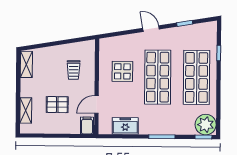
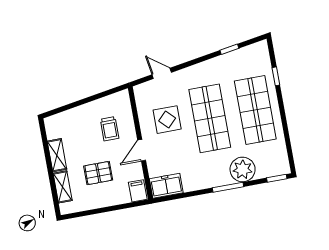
door: (151, 29) -> (162, 73), moved
shelving: (26, 64) -> (57, 155), moved
door: (97, 104) -> (142, 150), moved
plant: (206, 125) -> (243, 169), moved
freezer: (125, 126) -> (166, 186), moved

